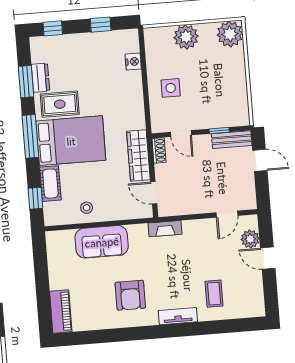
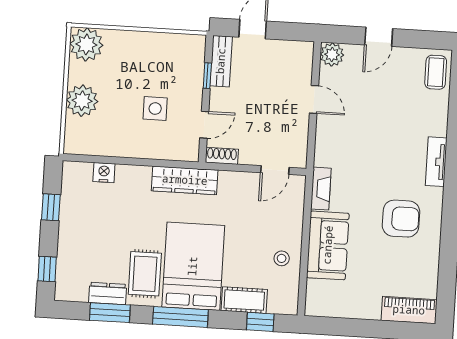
side table: (171, 88) -> (155, 109), moved
wardrobe: (138, 156) -> (185, 180), moved
door: (227, 214) -> (314, 99), moved
fireplace: (165, 229) -> (321, 189), moved
plant: (250, 239) -> (332, 55), moved
coffee table: (214, 294) -> (436, 72), moved, turned 90

